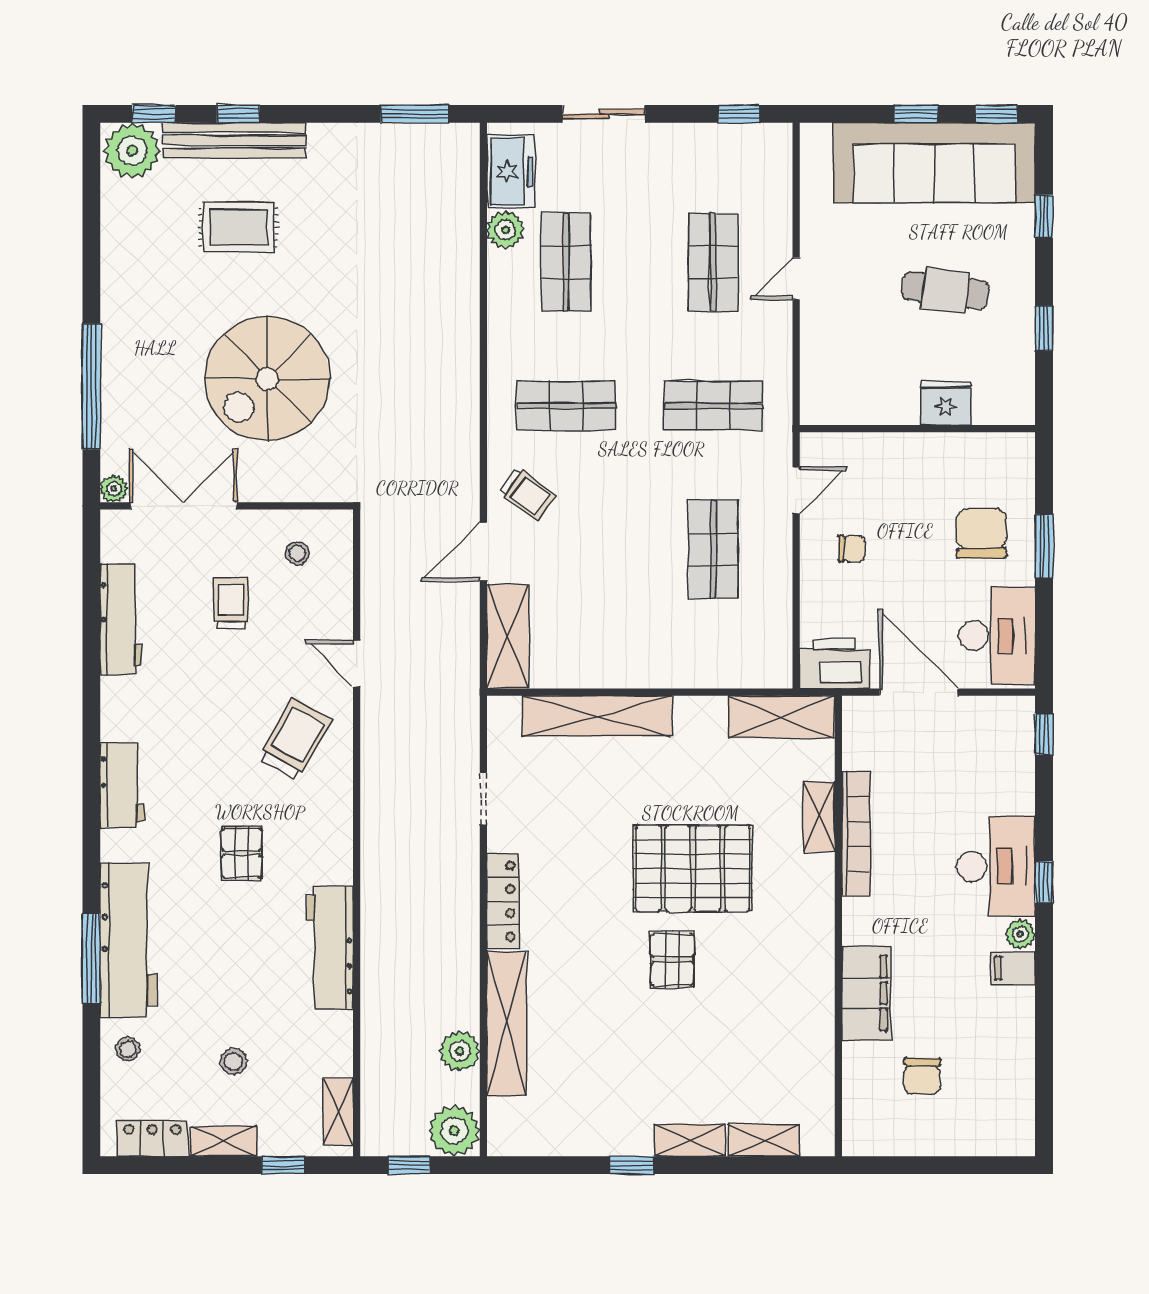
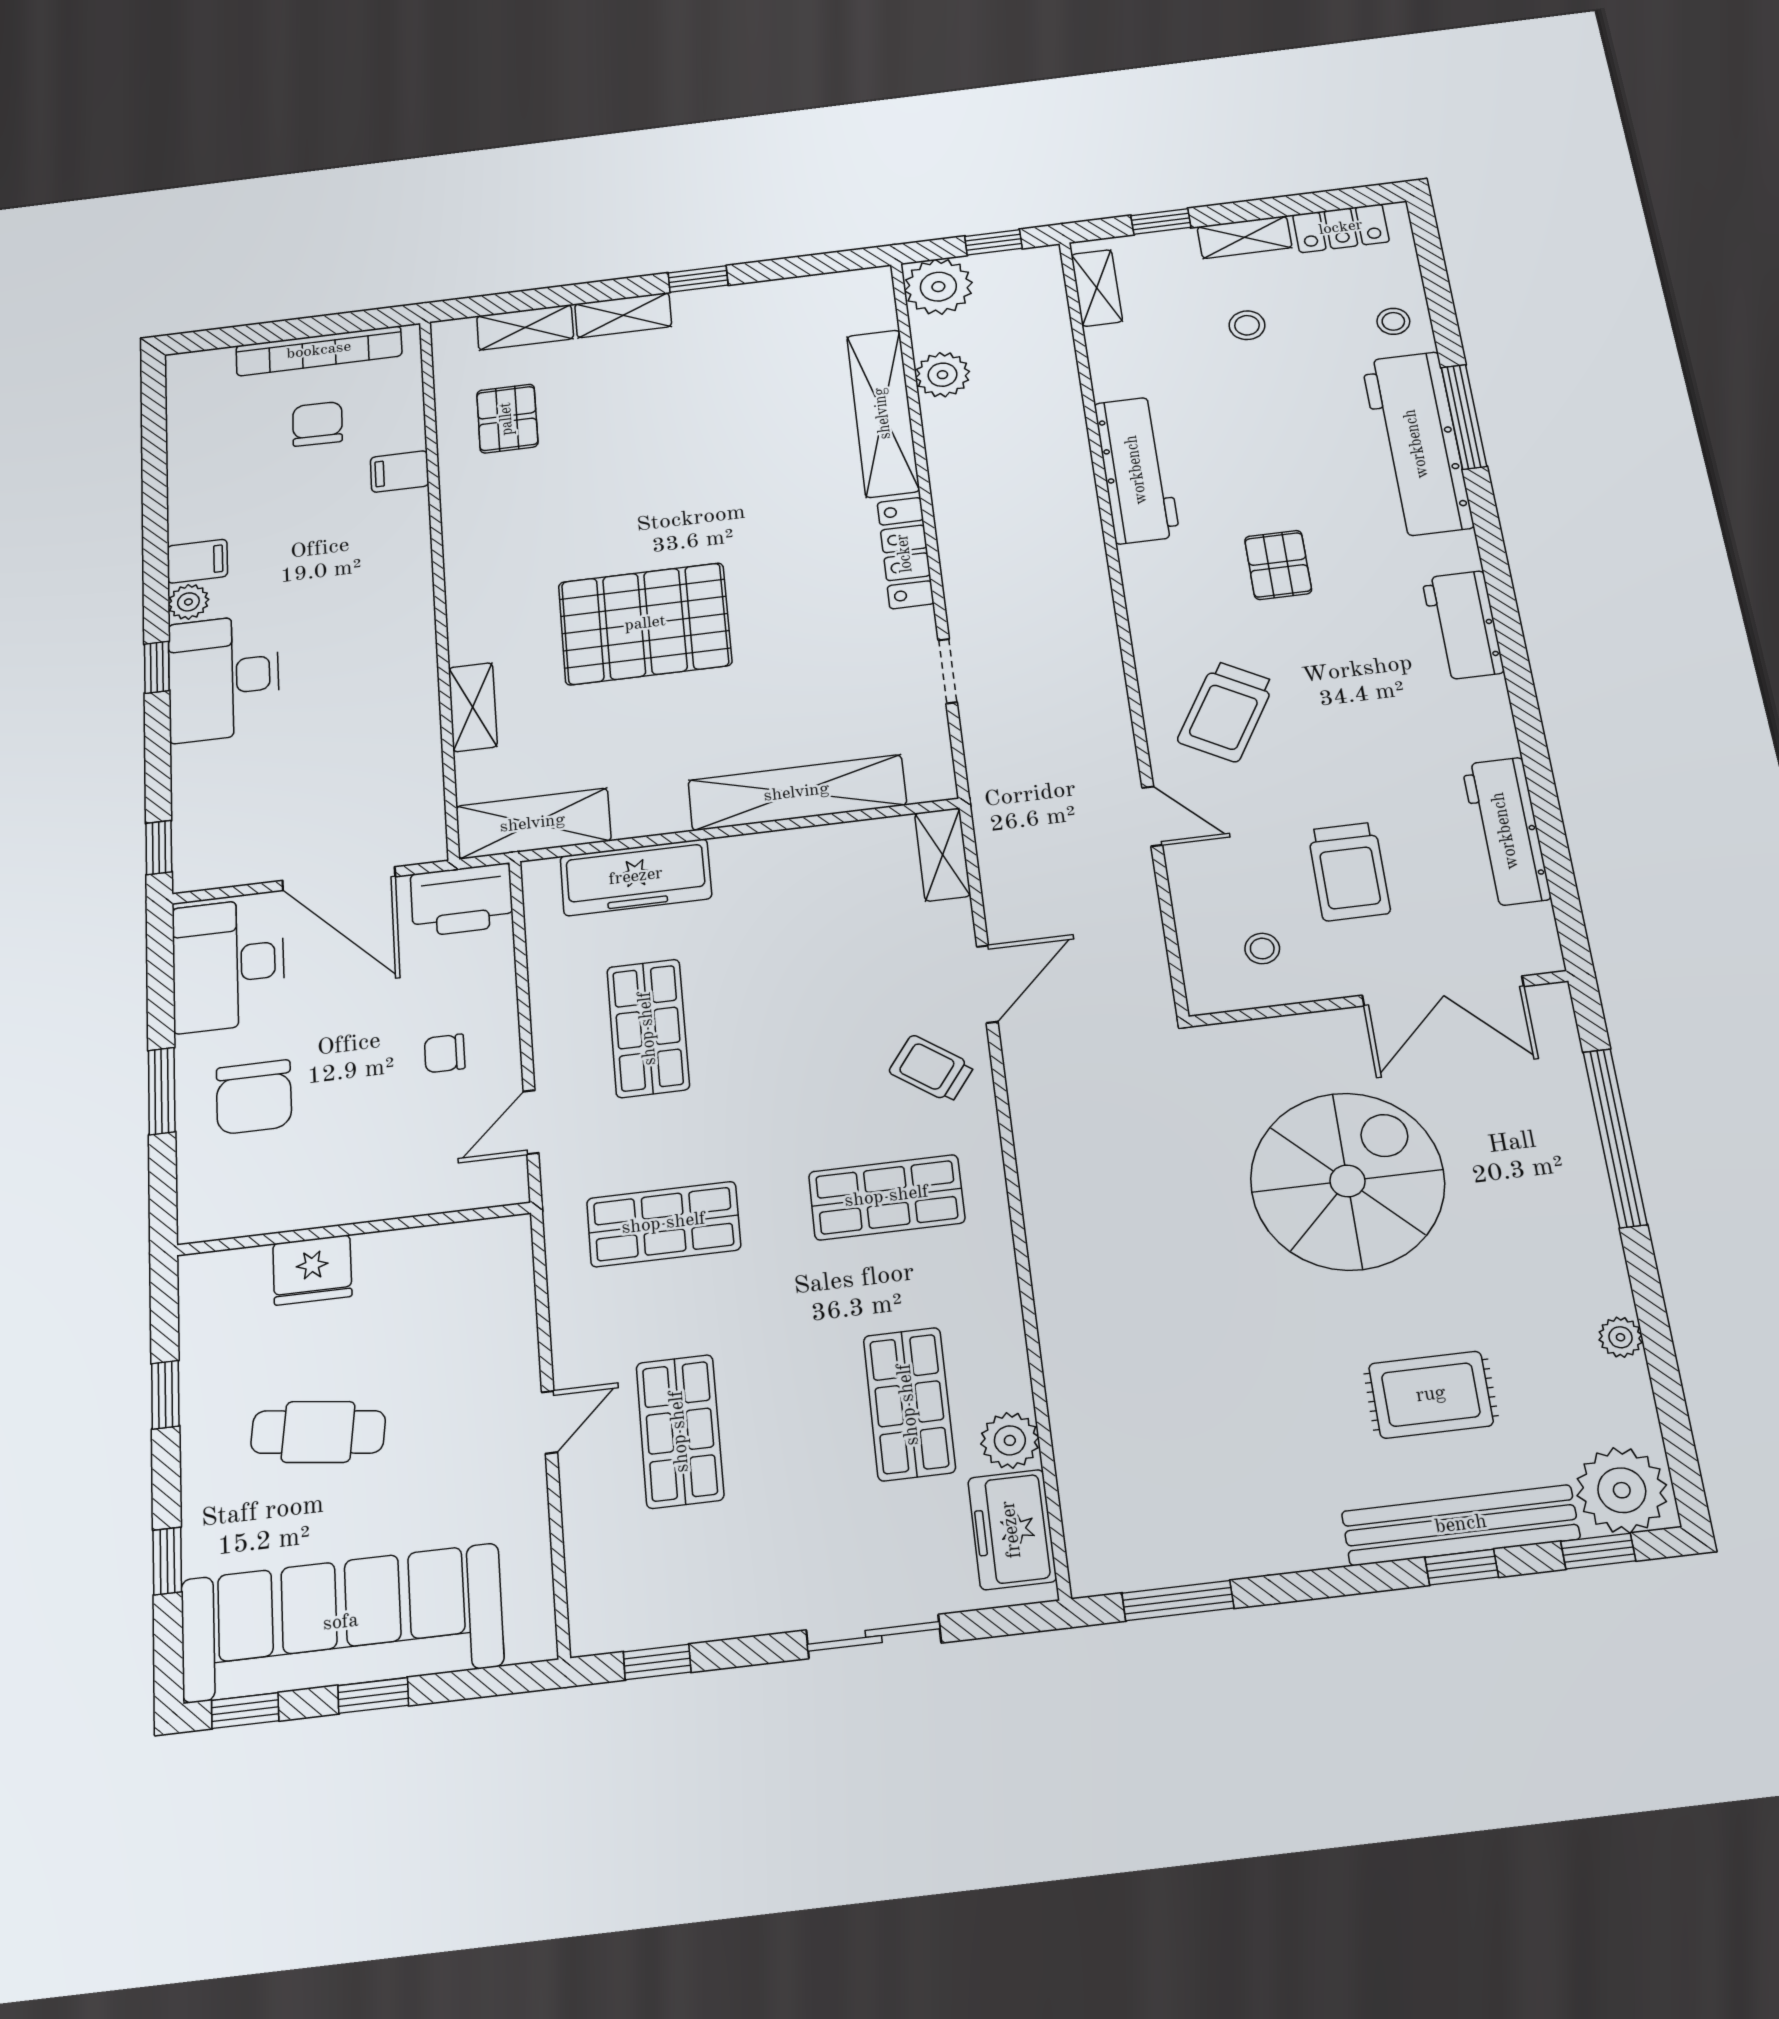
plant: (114, 489) -> (1621, 1337), moved
trolley: (231, 603) -> (1349, 871), width x1.36, depth x1.39
shelving: (508, 636) -> (943, 854), width x0.67, depth x0.75
freezer: (714, 665) -> (636, 877), added
bookcase: (856, 834) -> (319, 351), moved, turned -90
pallet: (672, 960) -> (507, 419), moved
filing cabinet: (866, 993) -> (400, 472), width x0.33, depth x0.86

